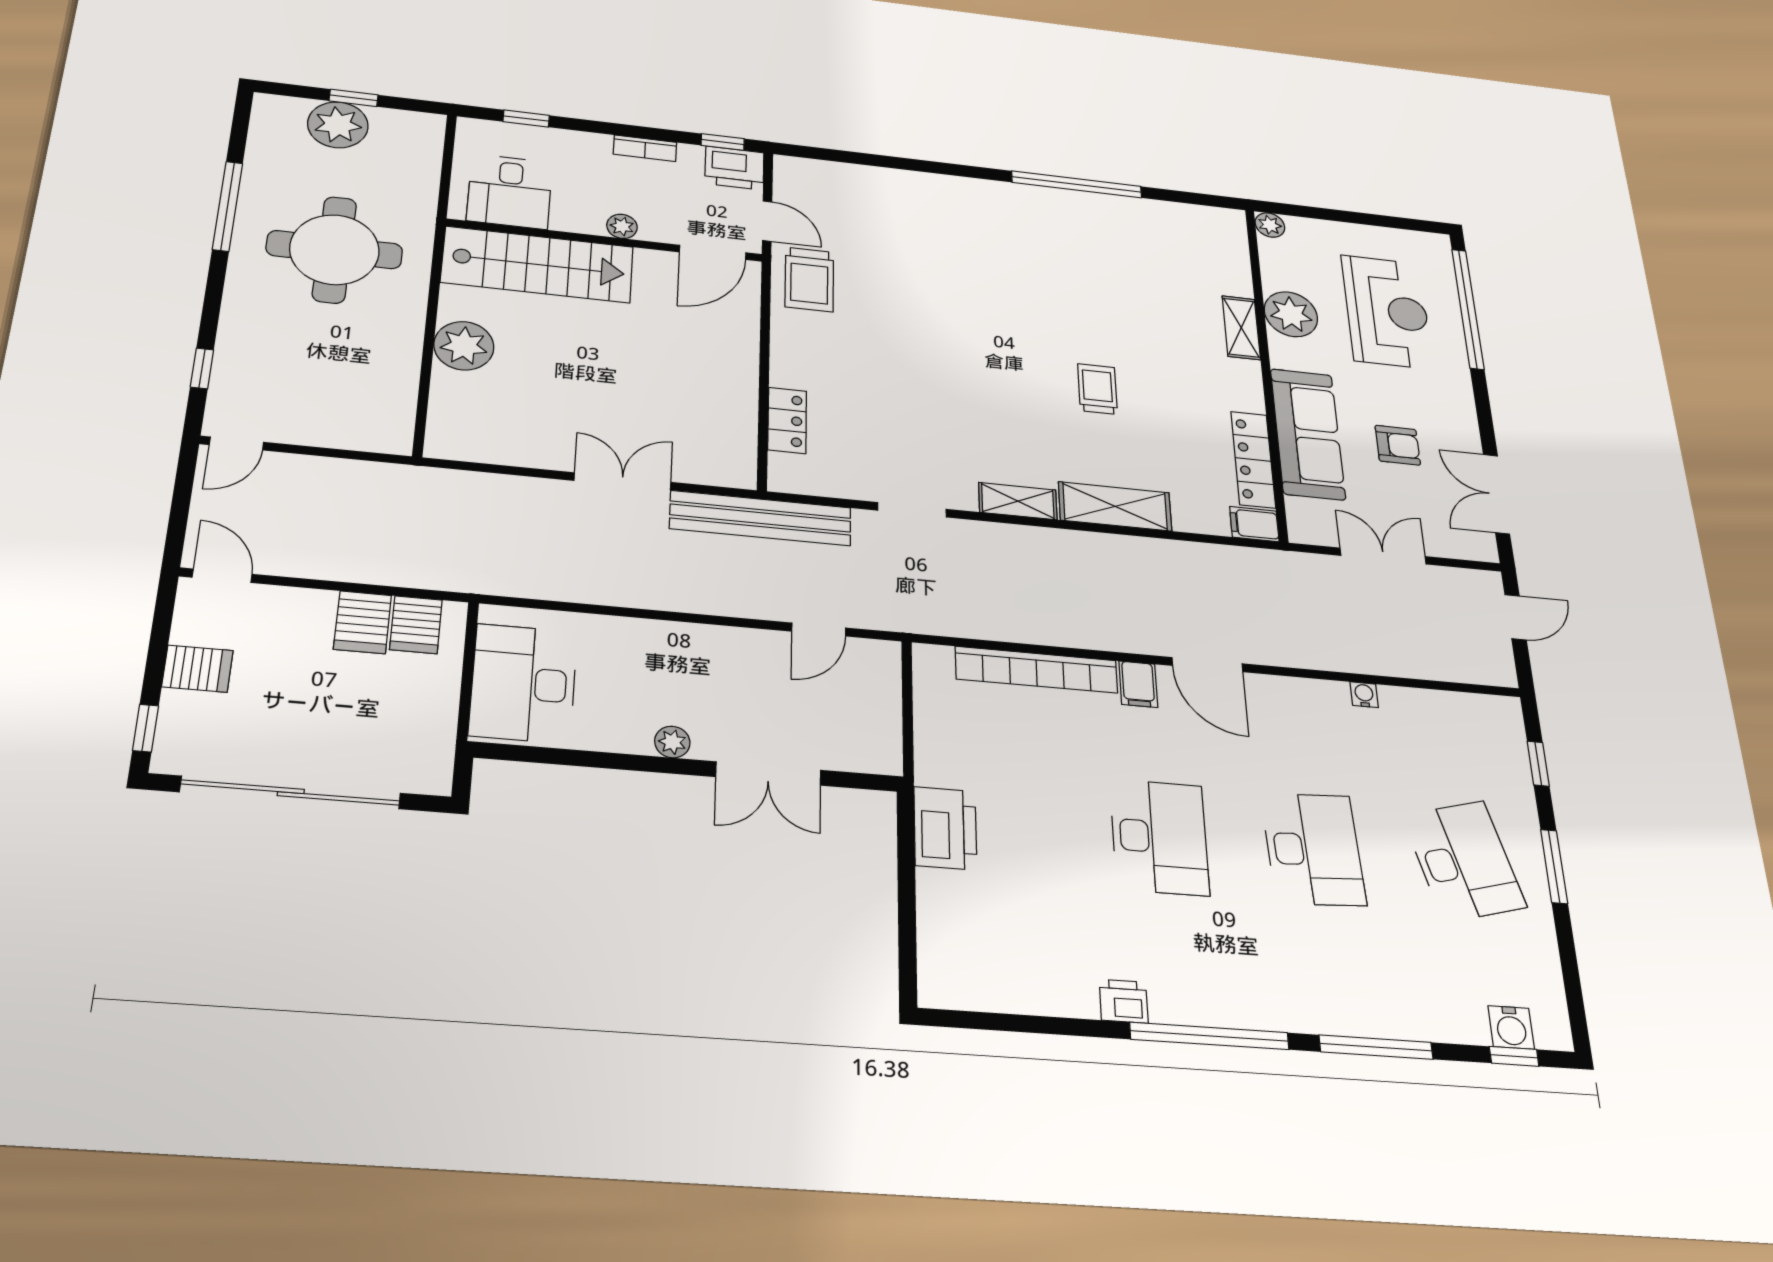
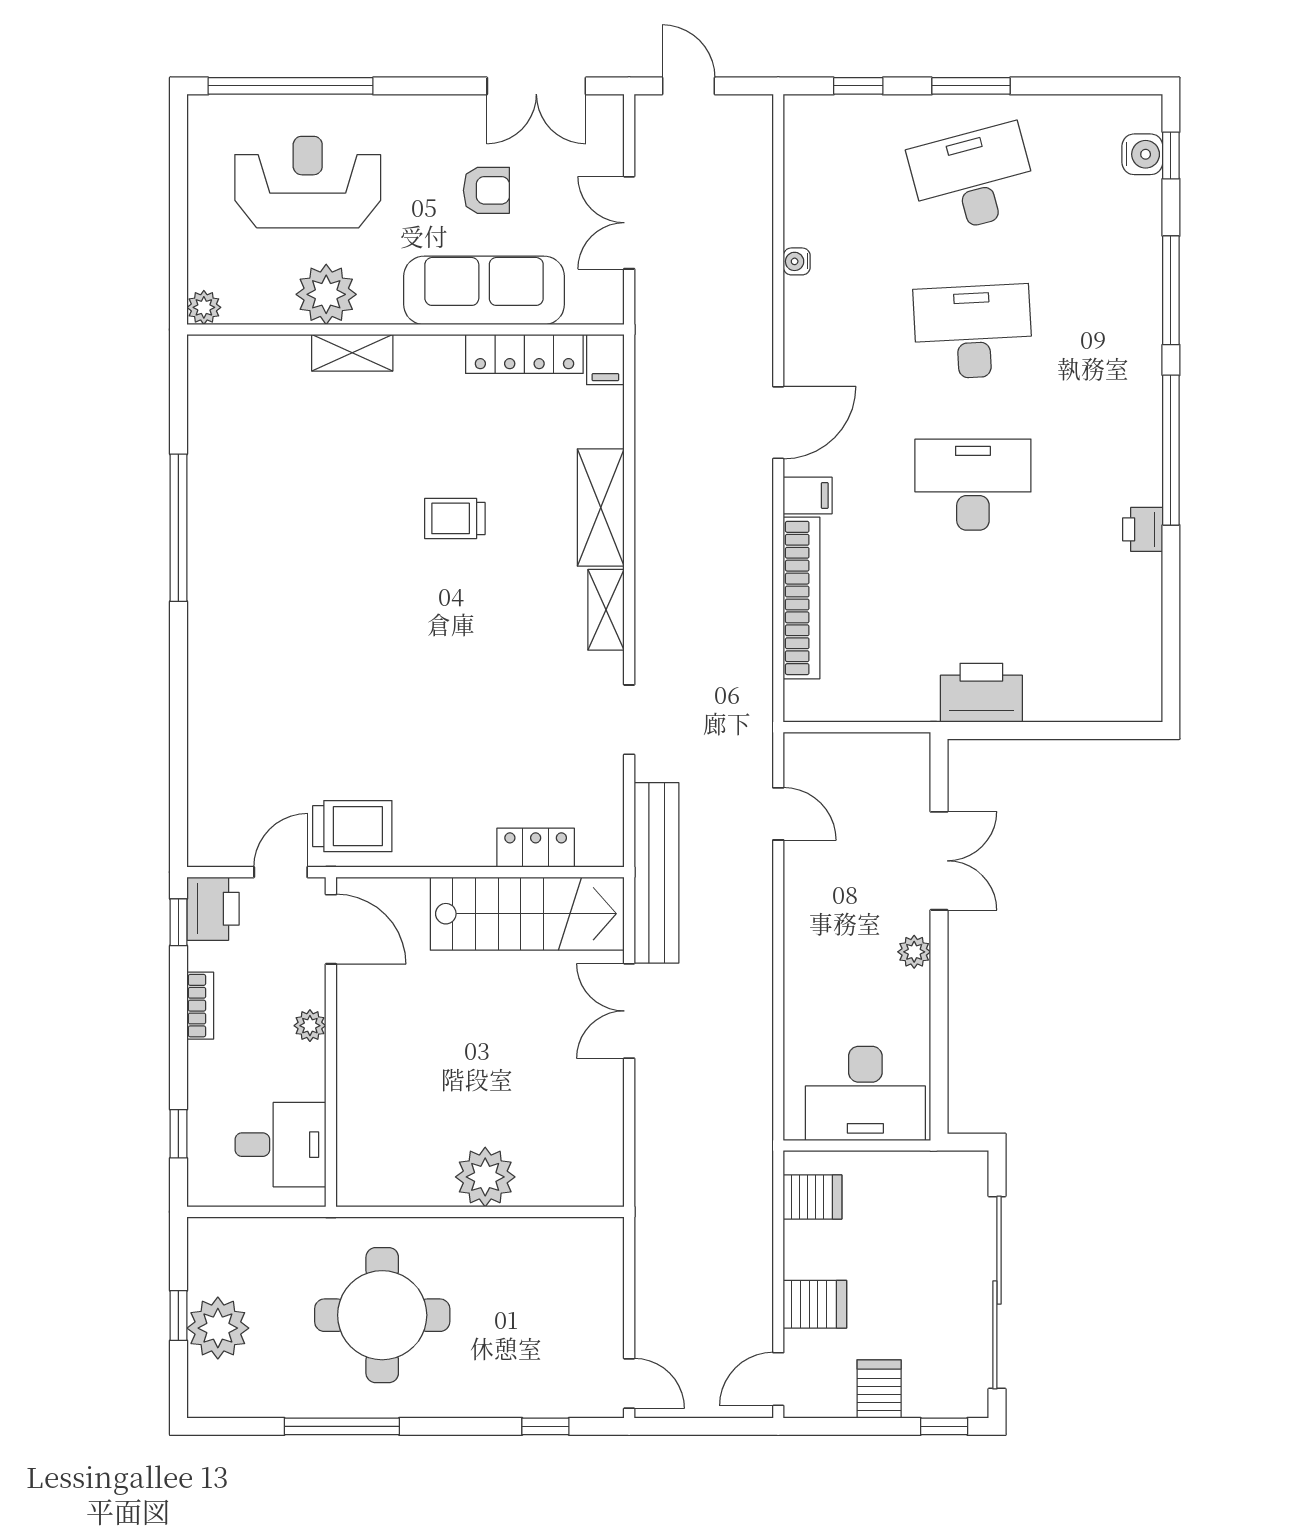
stairs: (538, 264) -> (527, 914), moved, turned 90
armchair: (1398, 445) -> (486, 190), turned 90
server rack: (363, 622) -> (815, 1304), moved

